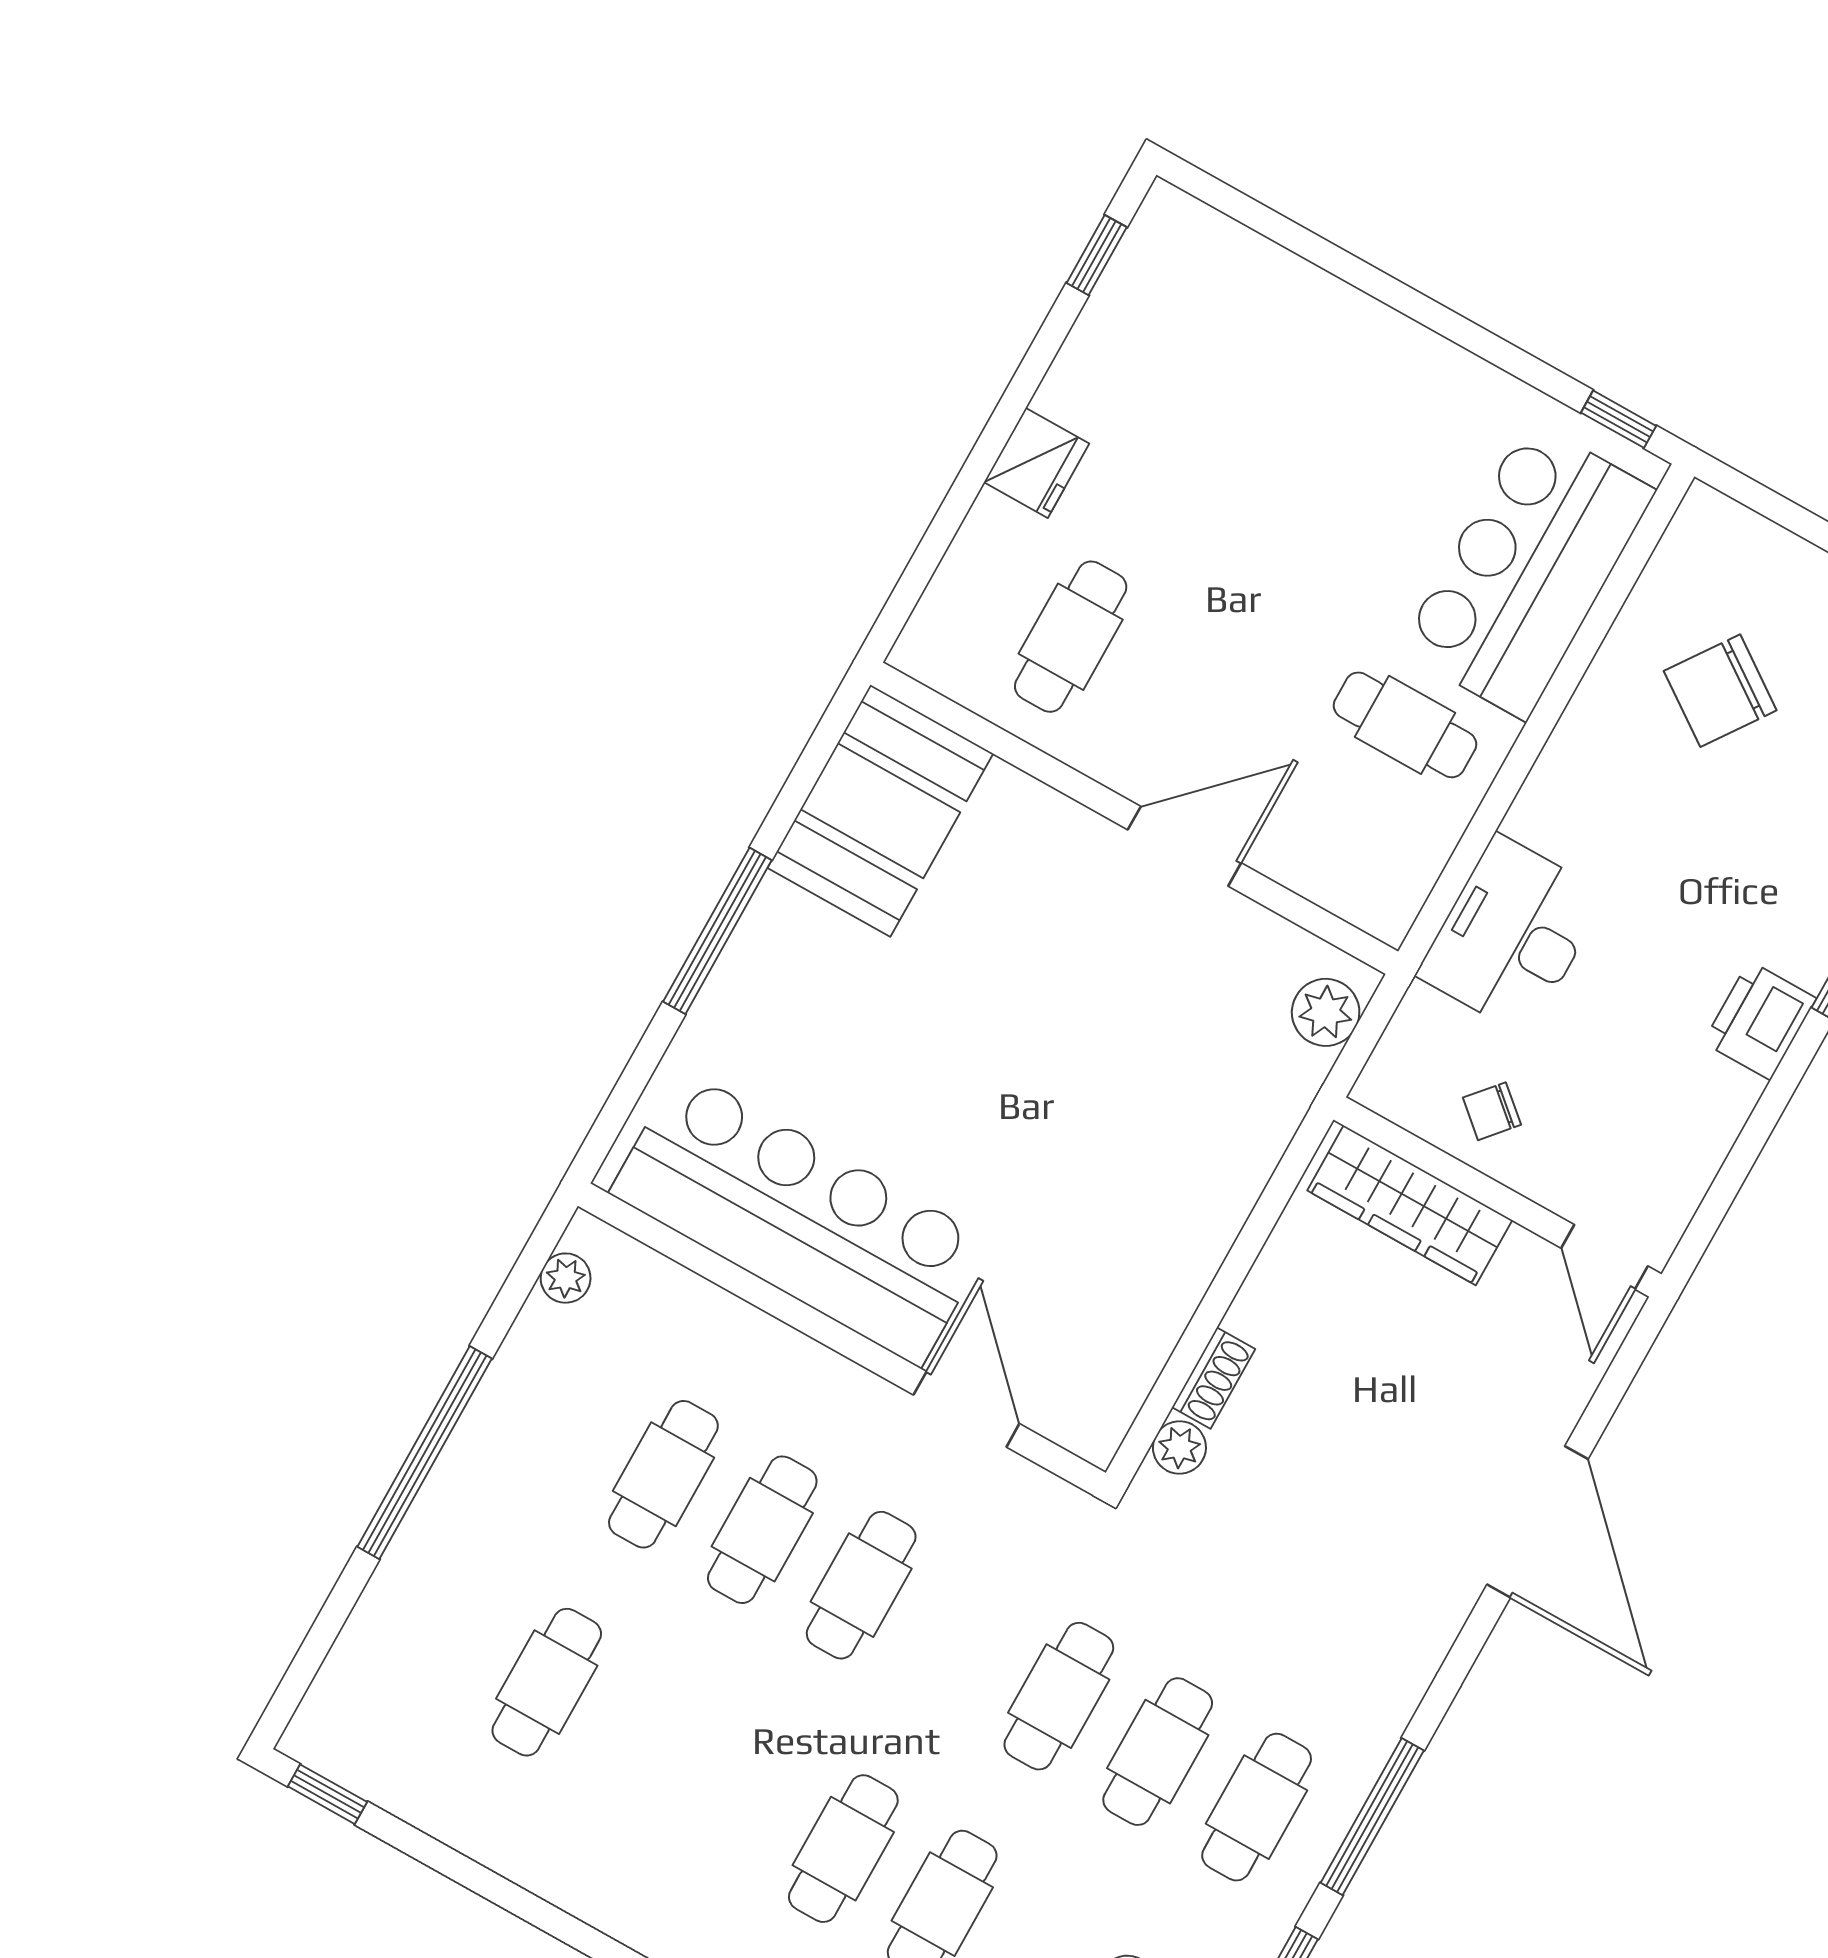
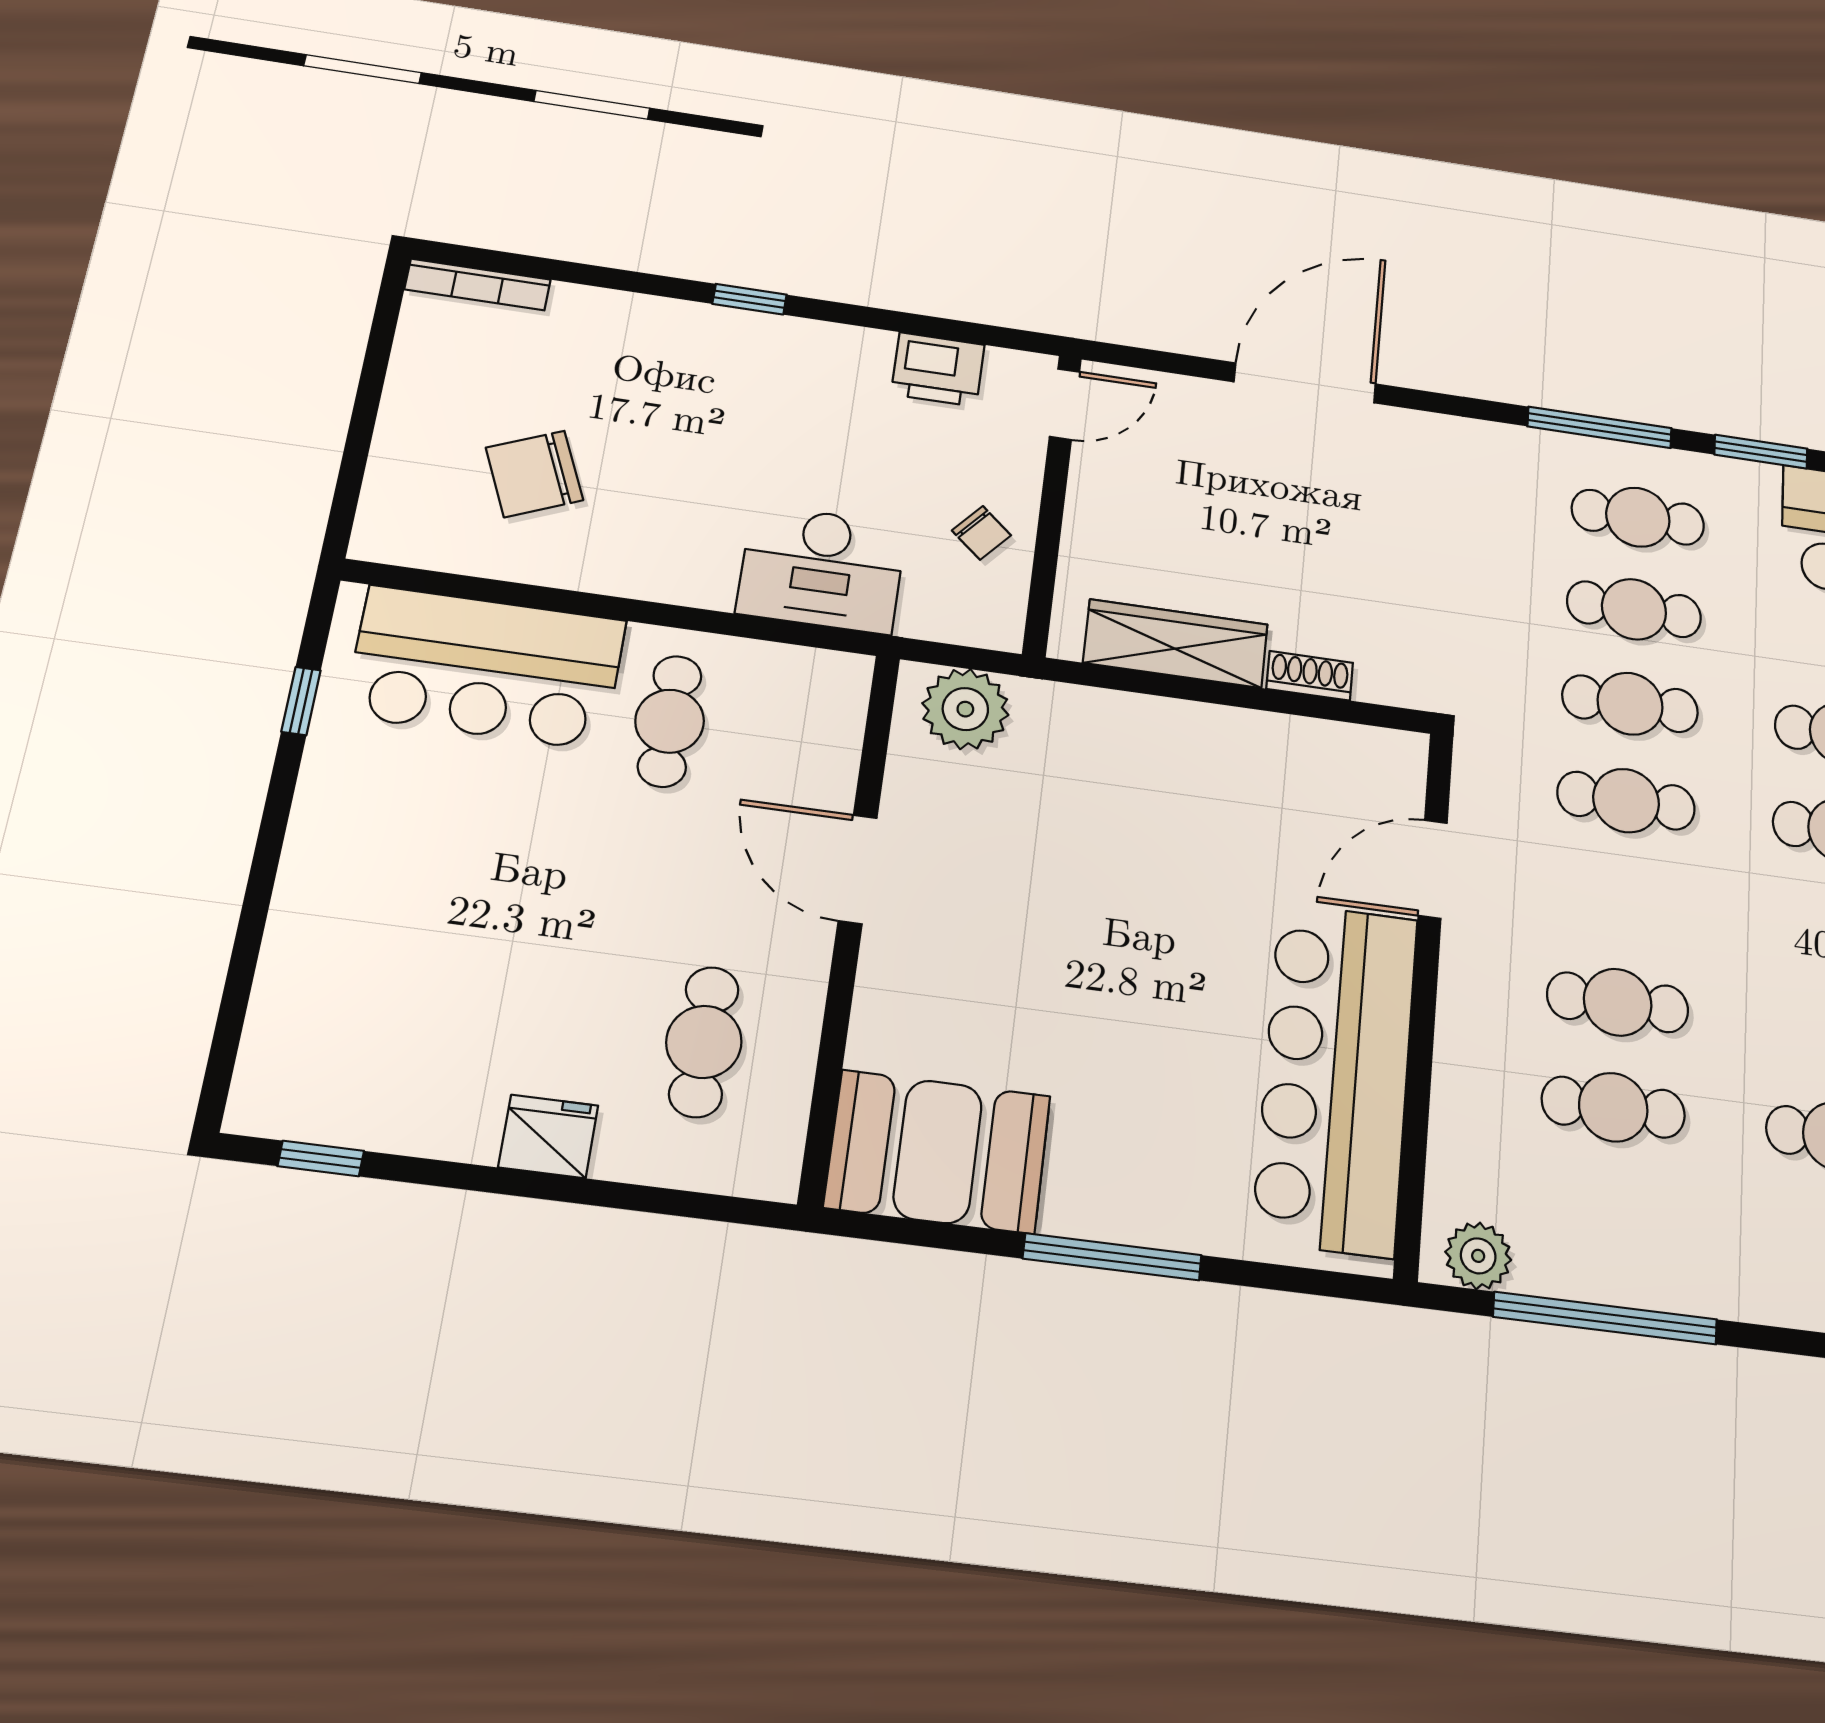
window: (1618, 419) -> (301, 701), moved
cafe table: (1071, 637) -> (704, 1042), turned 90
chair: (1720, 691) -> (534, 474), turned 122
plant: (1326, 1012) -> (965, 709), width x1.36, depth x1.36
printer: (1760, 1020) -> (938, 369), moved
wardrobe: (1410, 1205) -> (1176, 644), moved, turned -90
plant: (566, 1278) -> (1478, 1256), width x1.38, depth x1.38
plant: (1179, 1448) -> (1380, 682), removed
window: (425, 1453) -> (1605, 1318), moved
cafe table: (861, 1585) -> (1626, 801), moved

